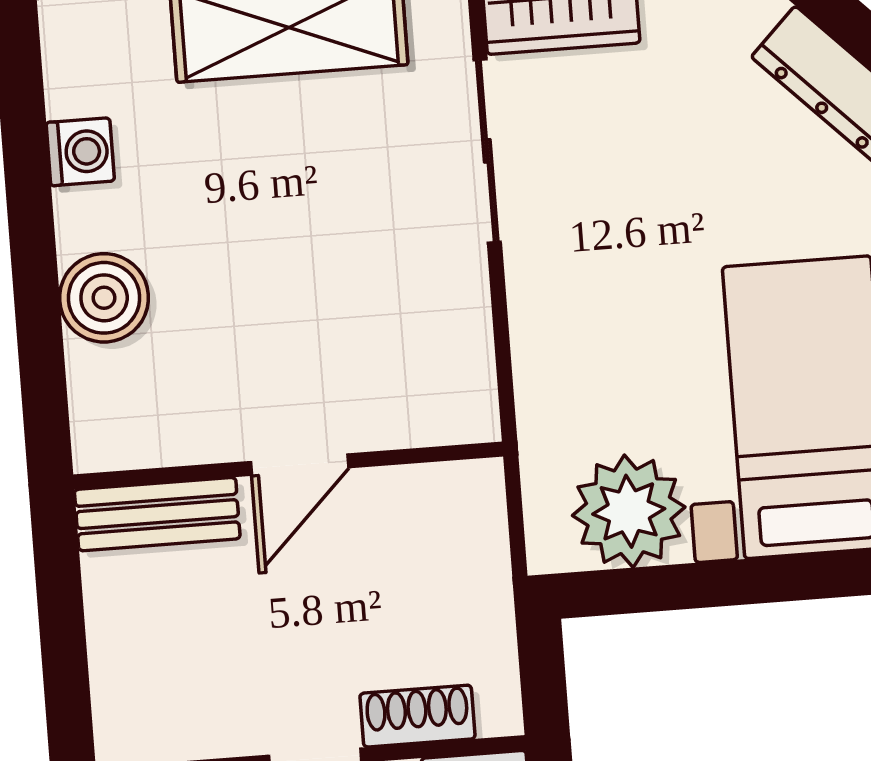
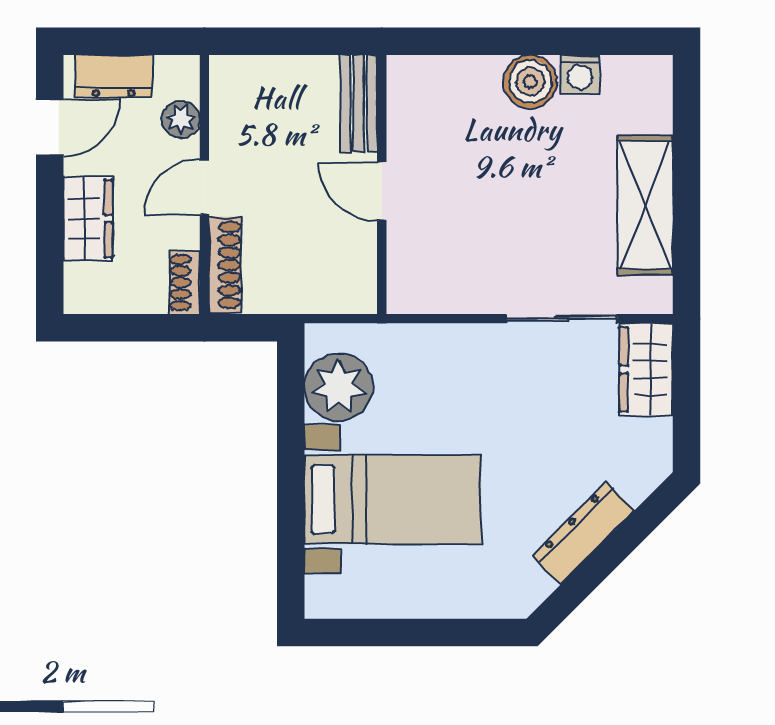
boiler: (104, 298) -> (530, 82), moved
shoe rack: (417, 716) -> (225, 265), width x1.43

